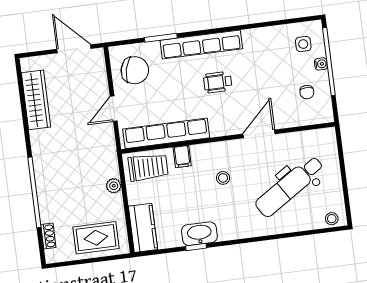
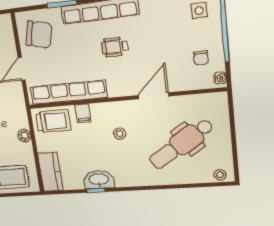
water cooler: (321, 64) -> (220, 78), moved

